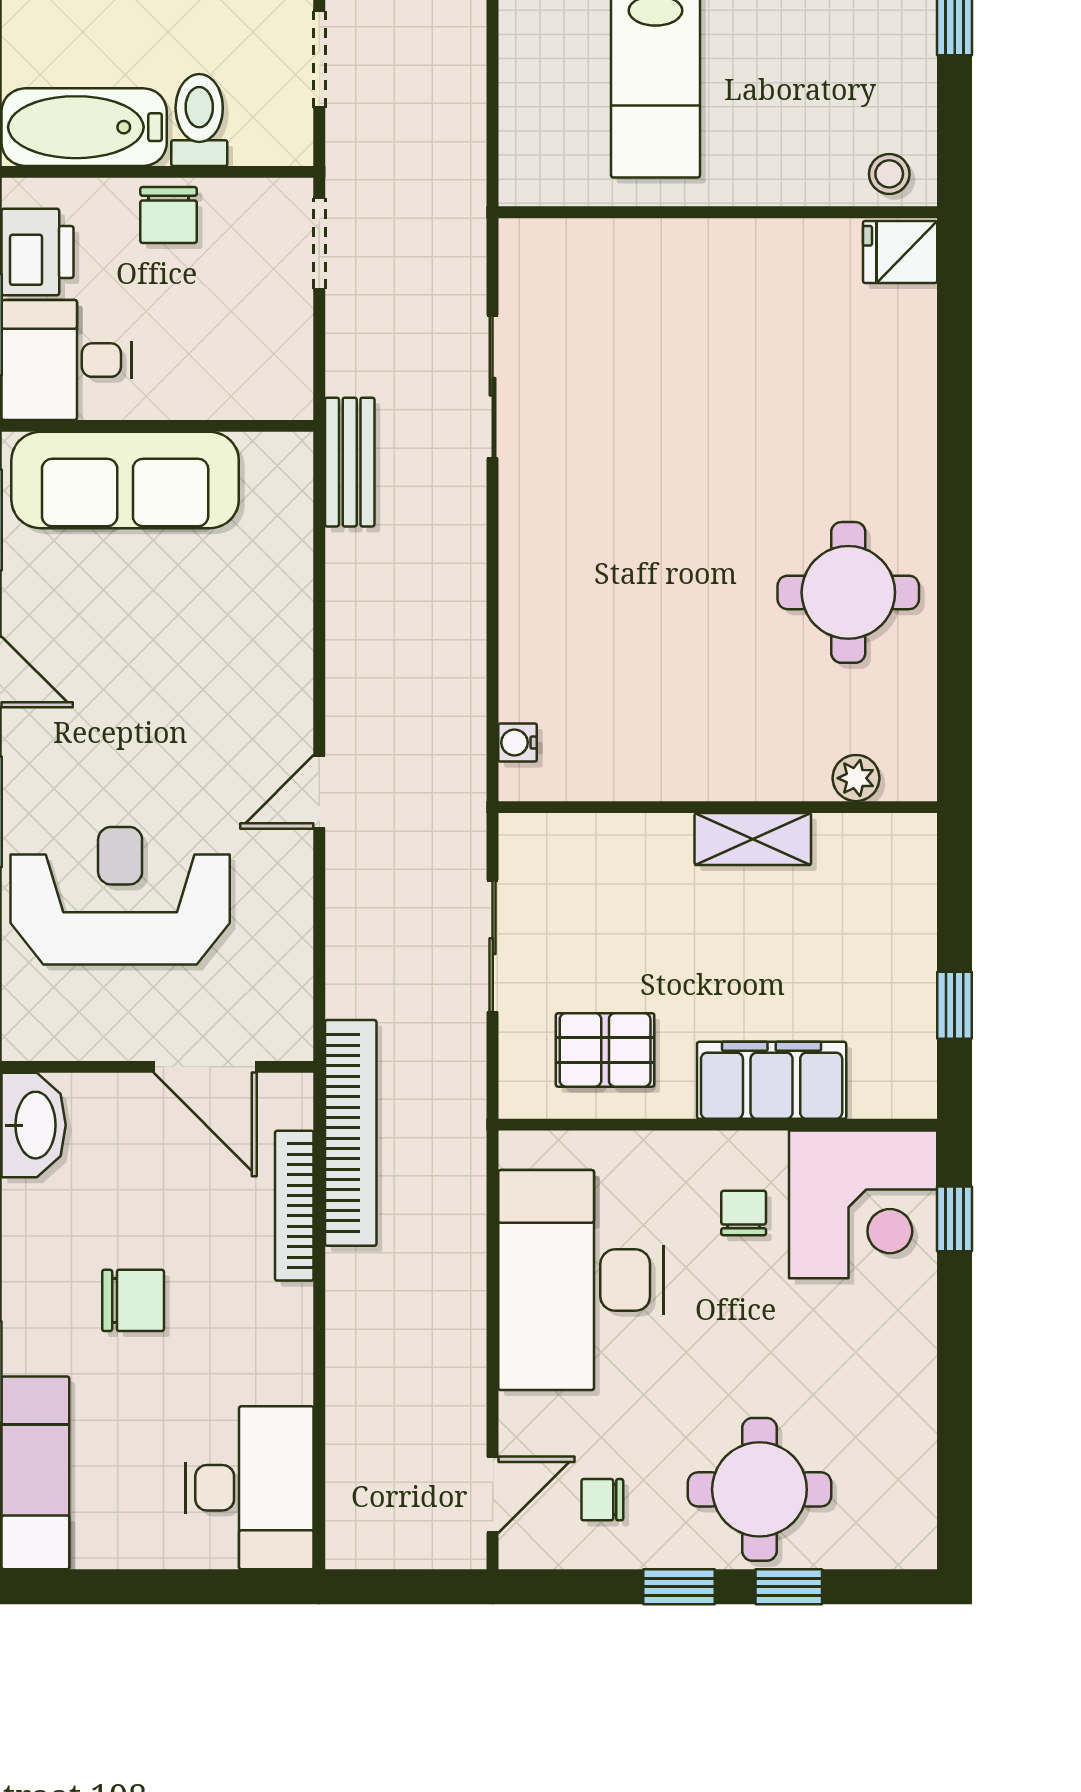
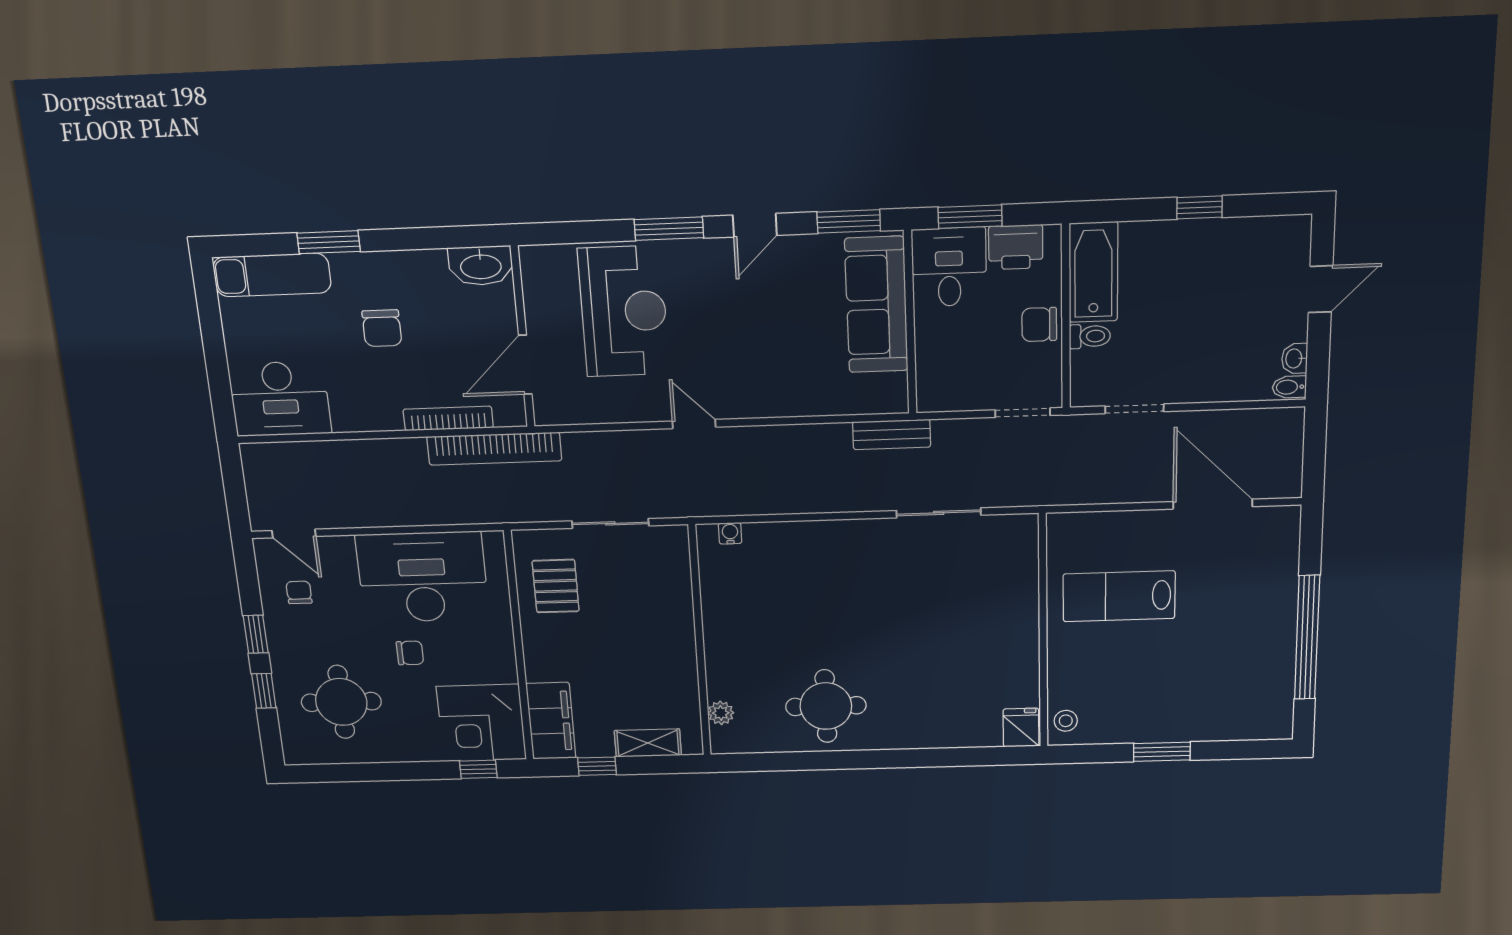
toilet: (199, 120) -> (1090, 336), width x0.73, depth x0.72
shelving: (753, 839) -> (648, 743), moved, turned 90
filing cabinet: (772, 1080) -> (551, 721), moved
chair: (744, 1213) -> (410, 653), moved
round table: (759, 1489) -> (341, 702), moved

